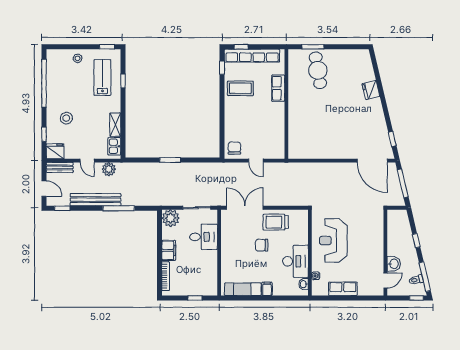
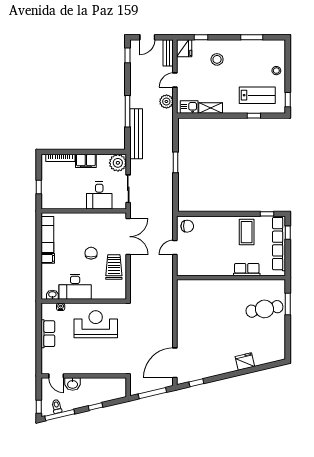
window: (44, 83) -> (252, 37), width x0.47
bench: (96, 200) -> (136, 134), moved

